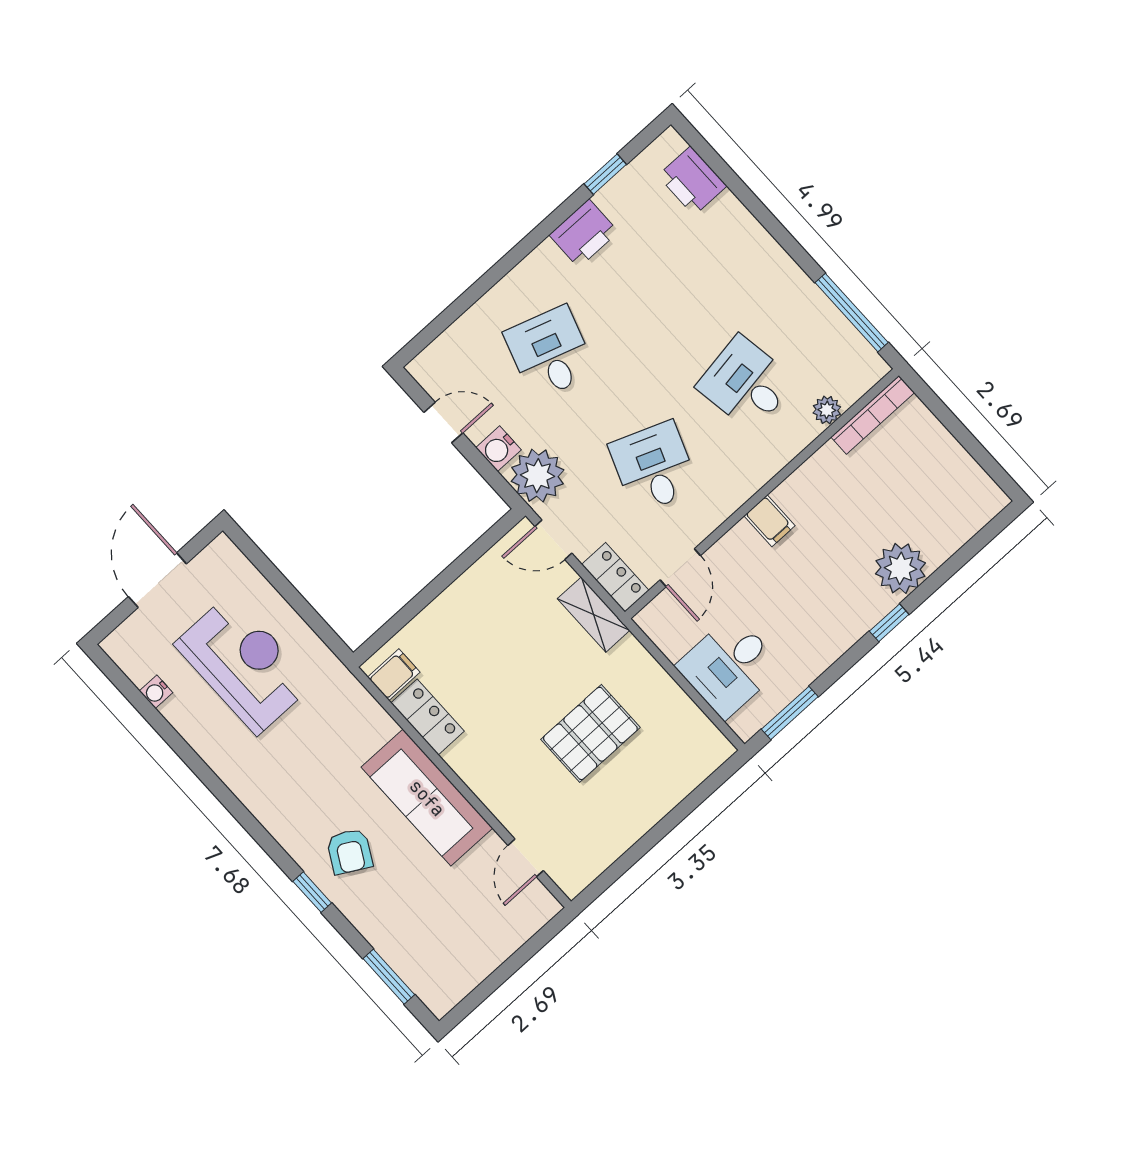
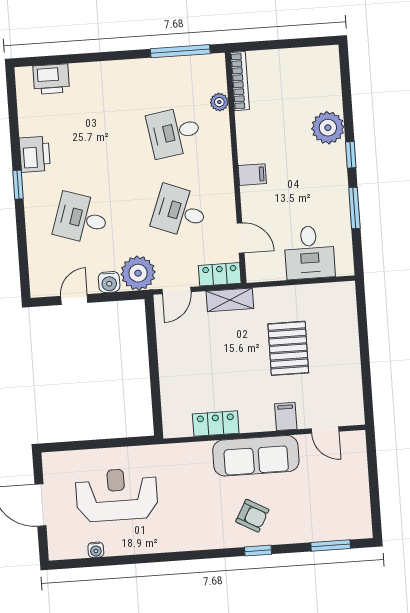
window: (605, 174) -> (18, 185), moved
filing cabinet: (394, 675) -> (286, 416), moved
window: (790, 713) -> (354, 208), moved

